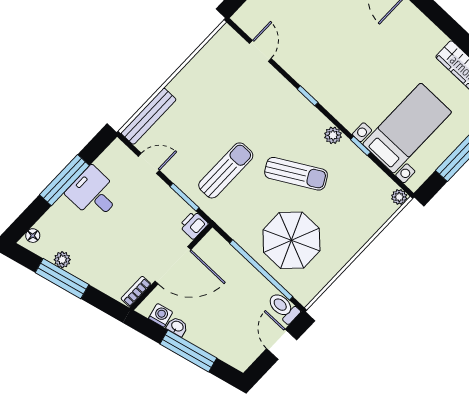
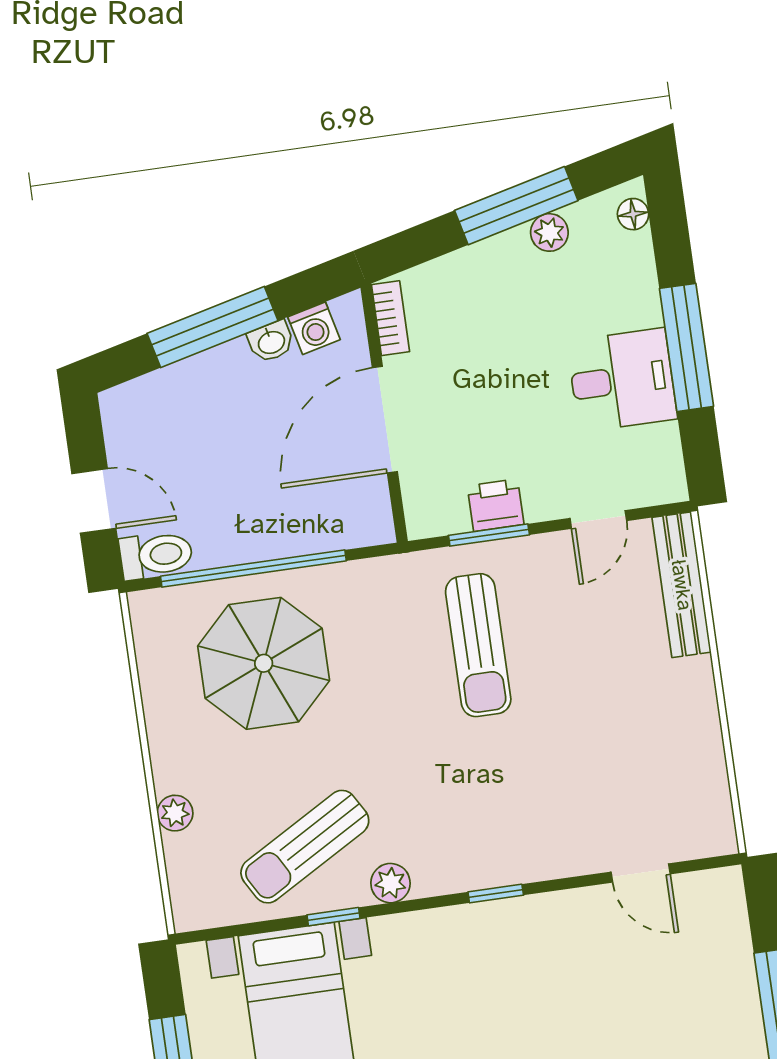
sun lounger: (296, 174) -> (305, 847), moved
plant: (399, 197) -> (175, 813), moved
printer: (194, 225) -> (496, 505), moved, turned -90

